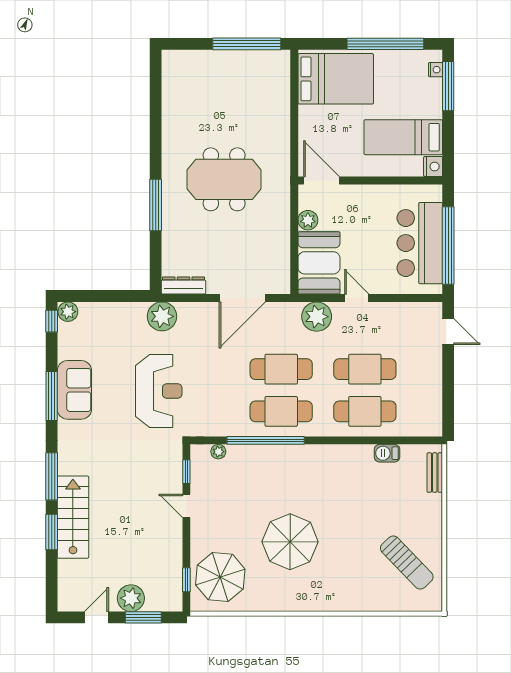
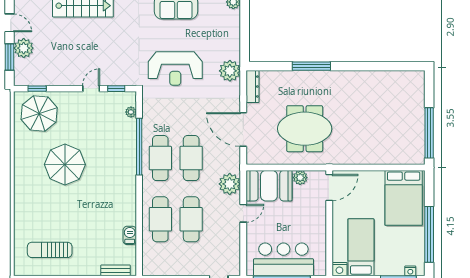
meeting table: (224, 179) -> (305, 129), moved, turned 90
sun lounger: (407, 563) -> (50, 250), turned 44

